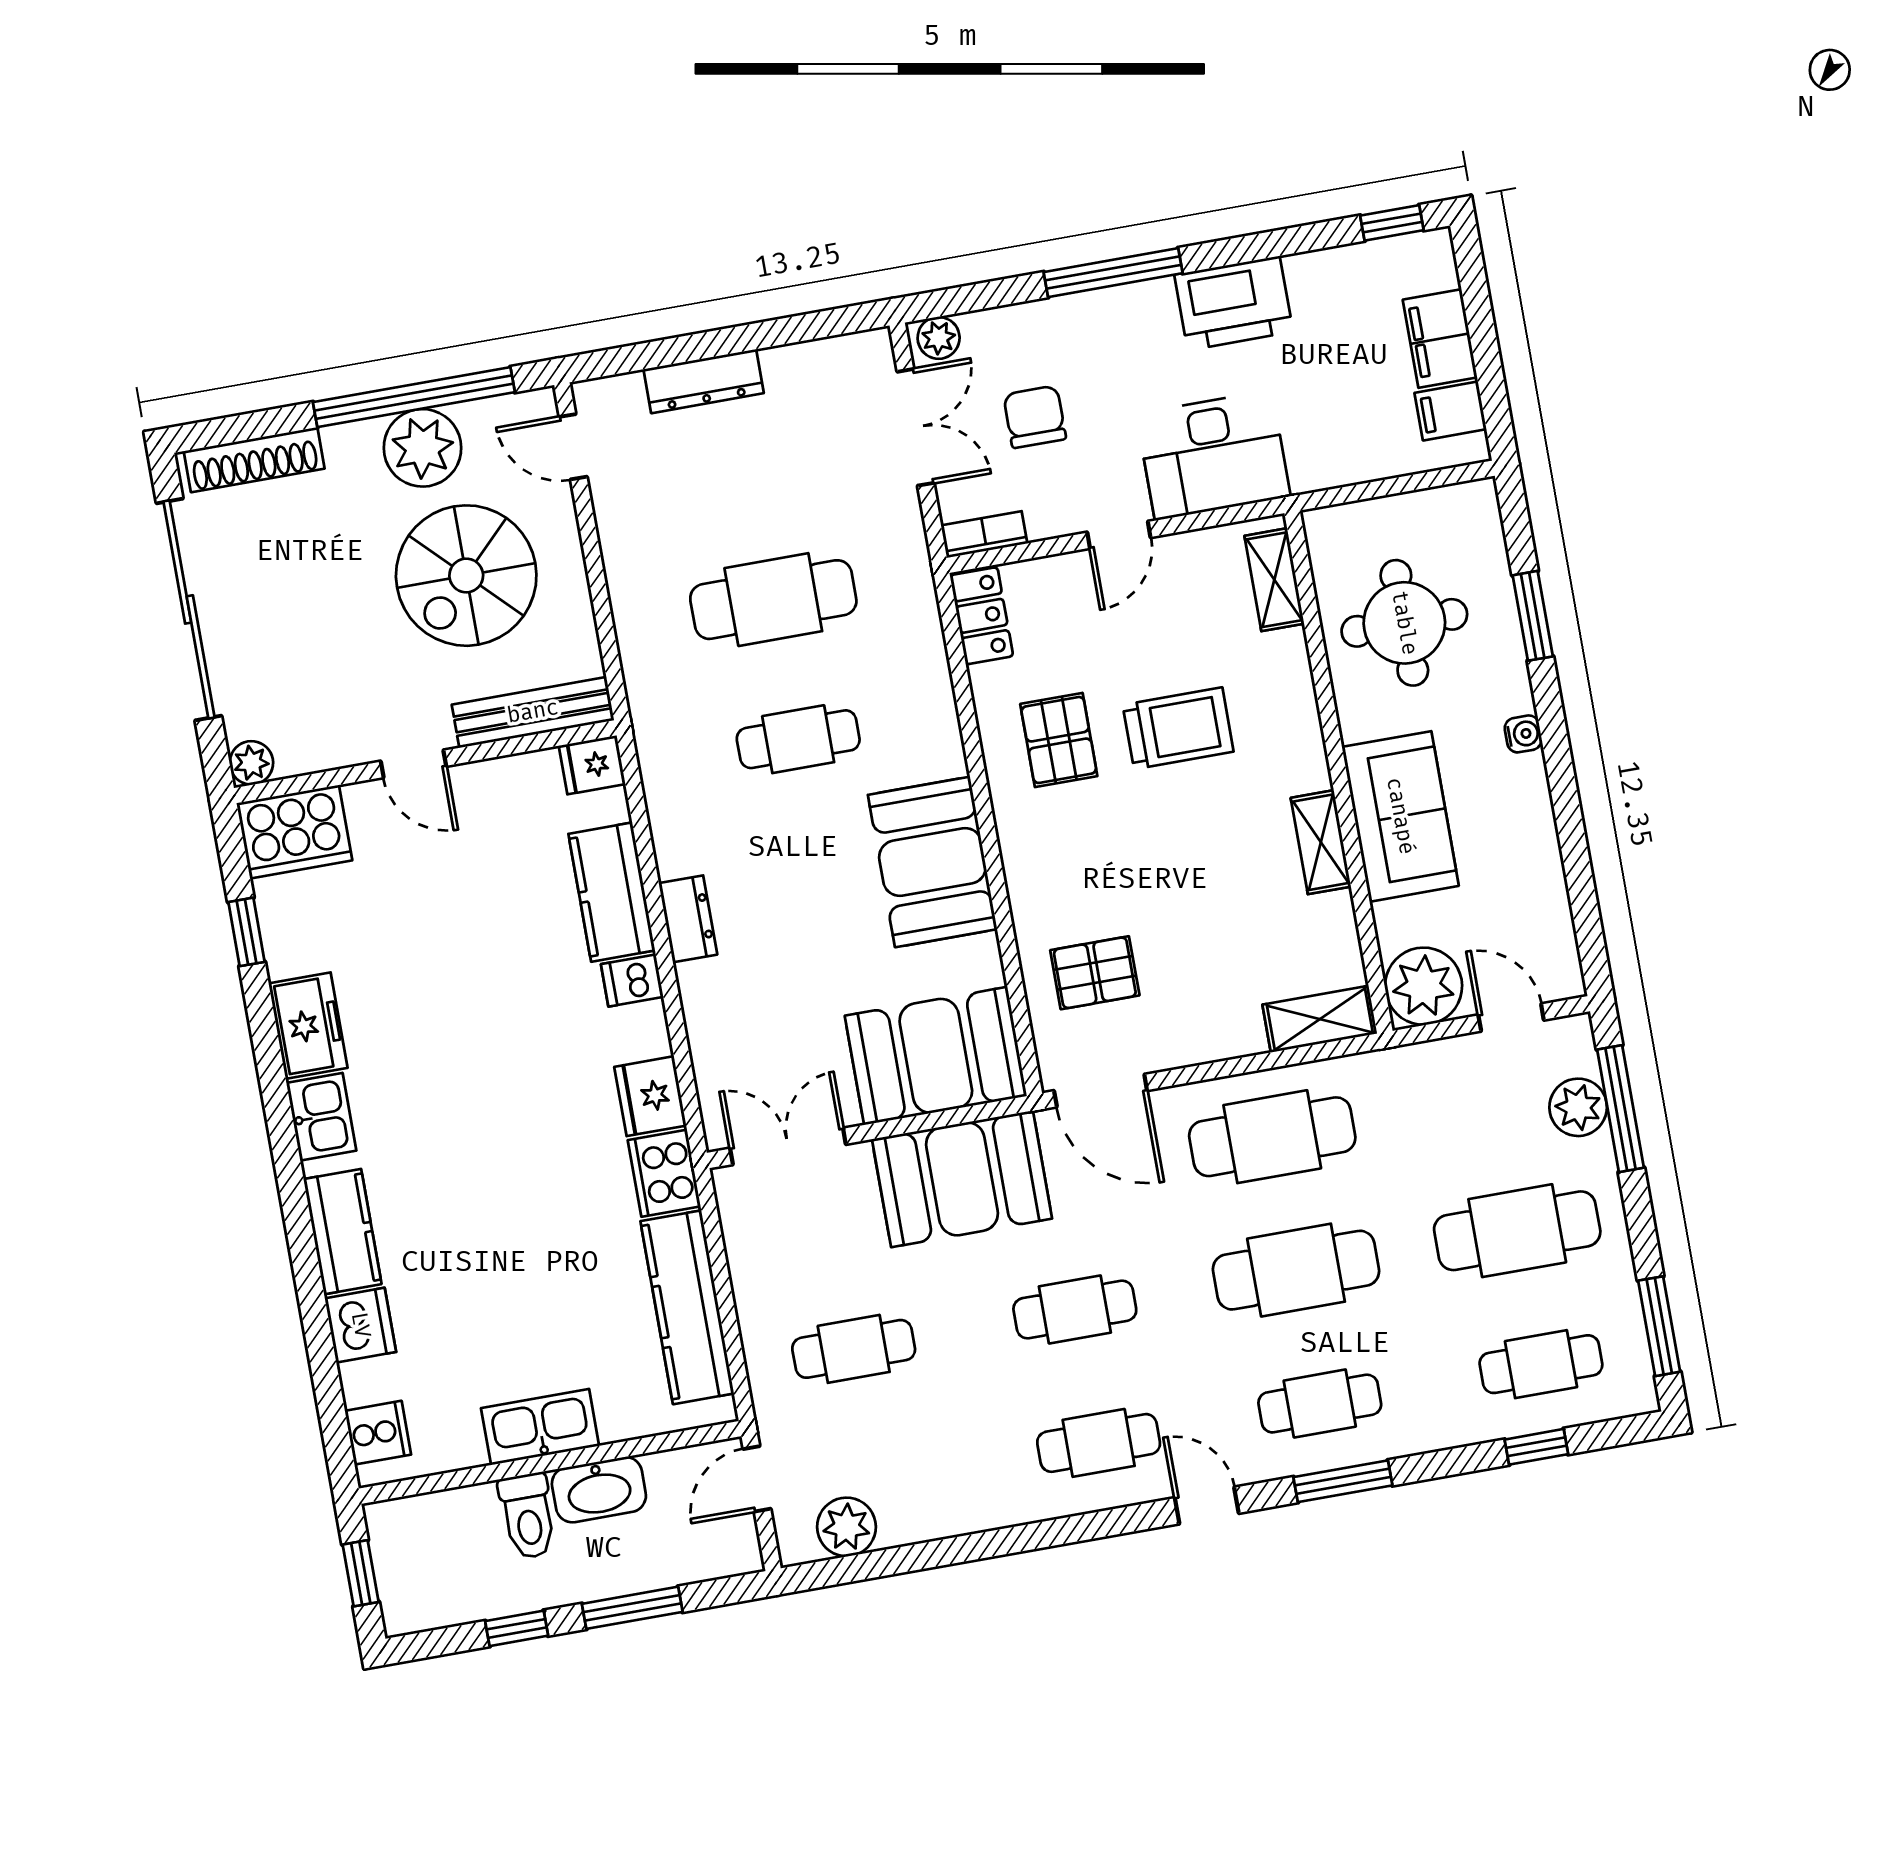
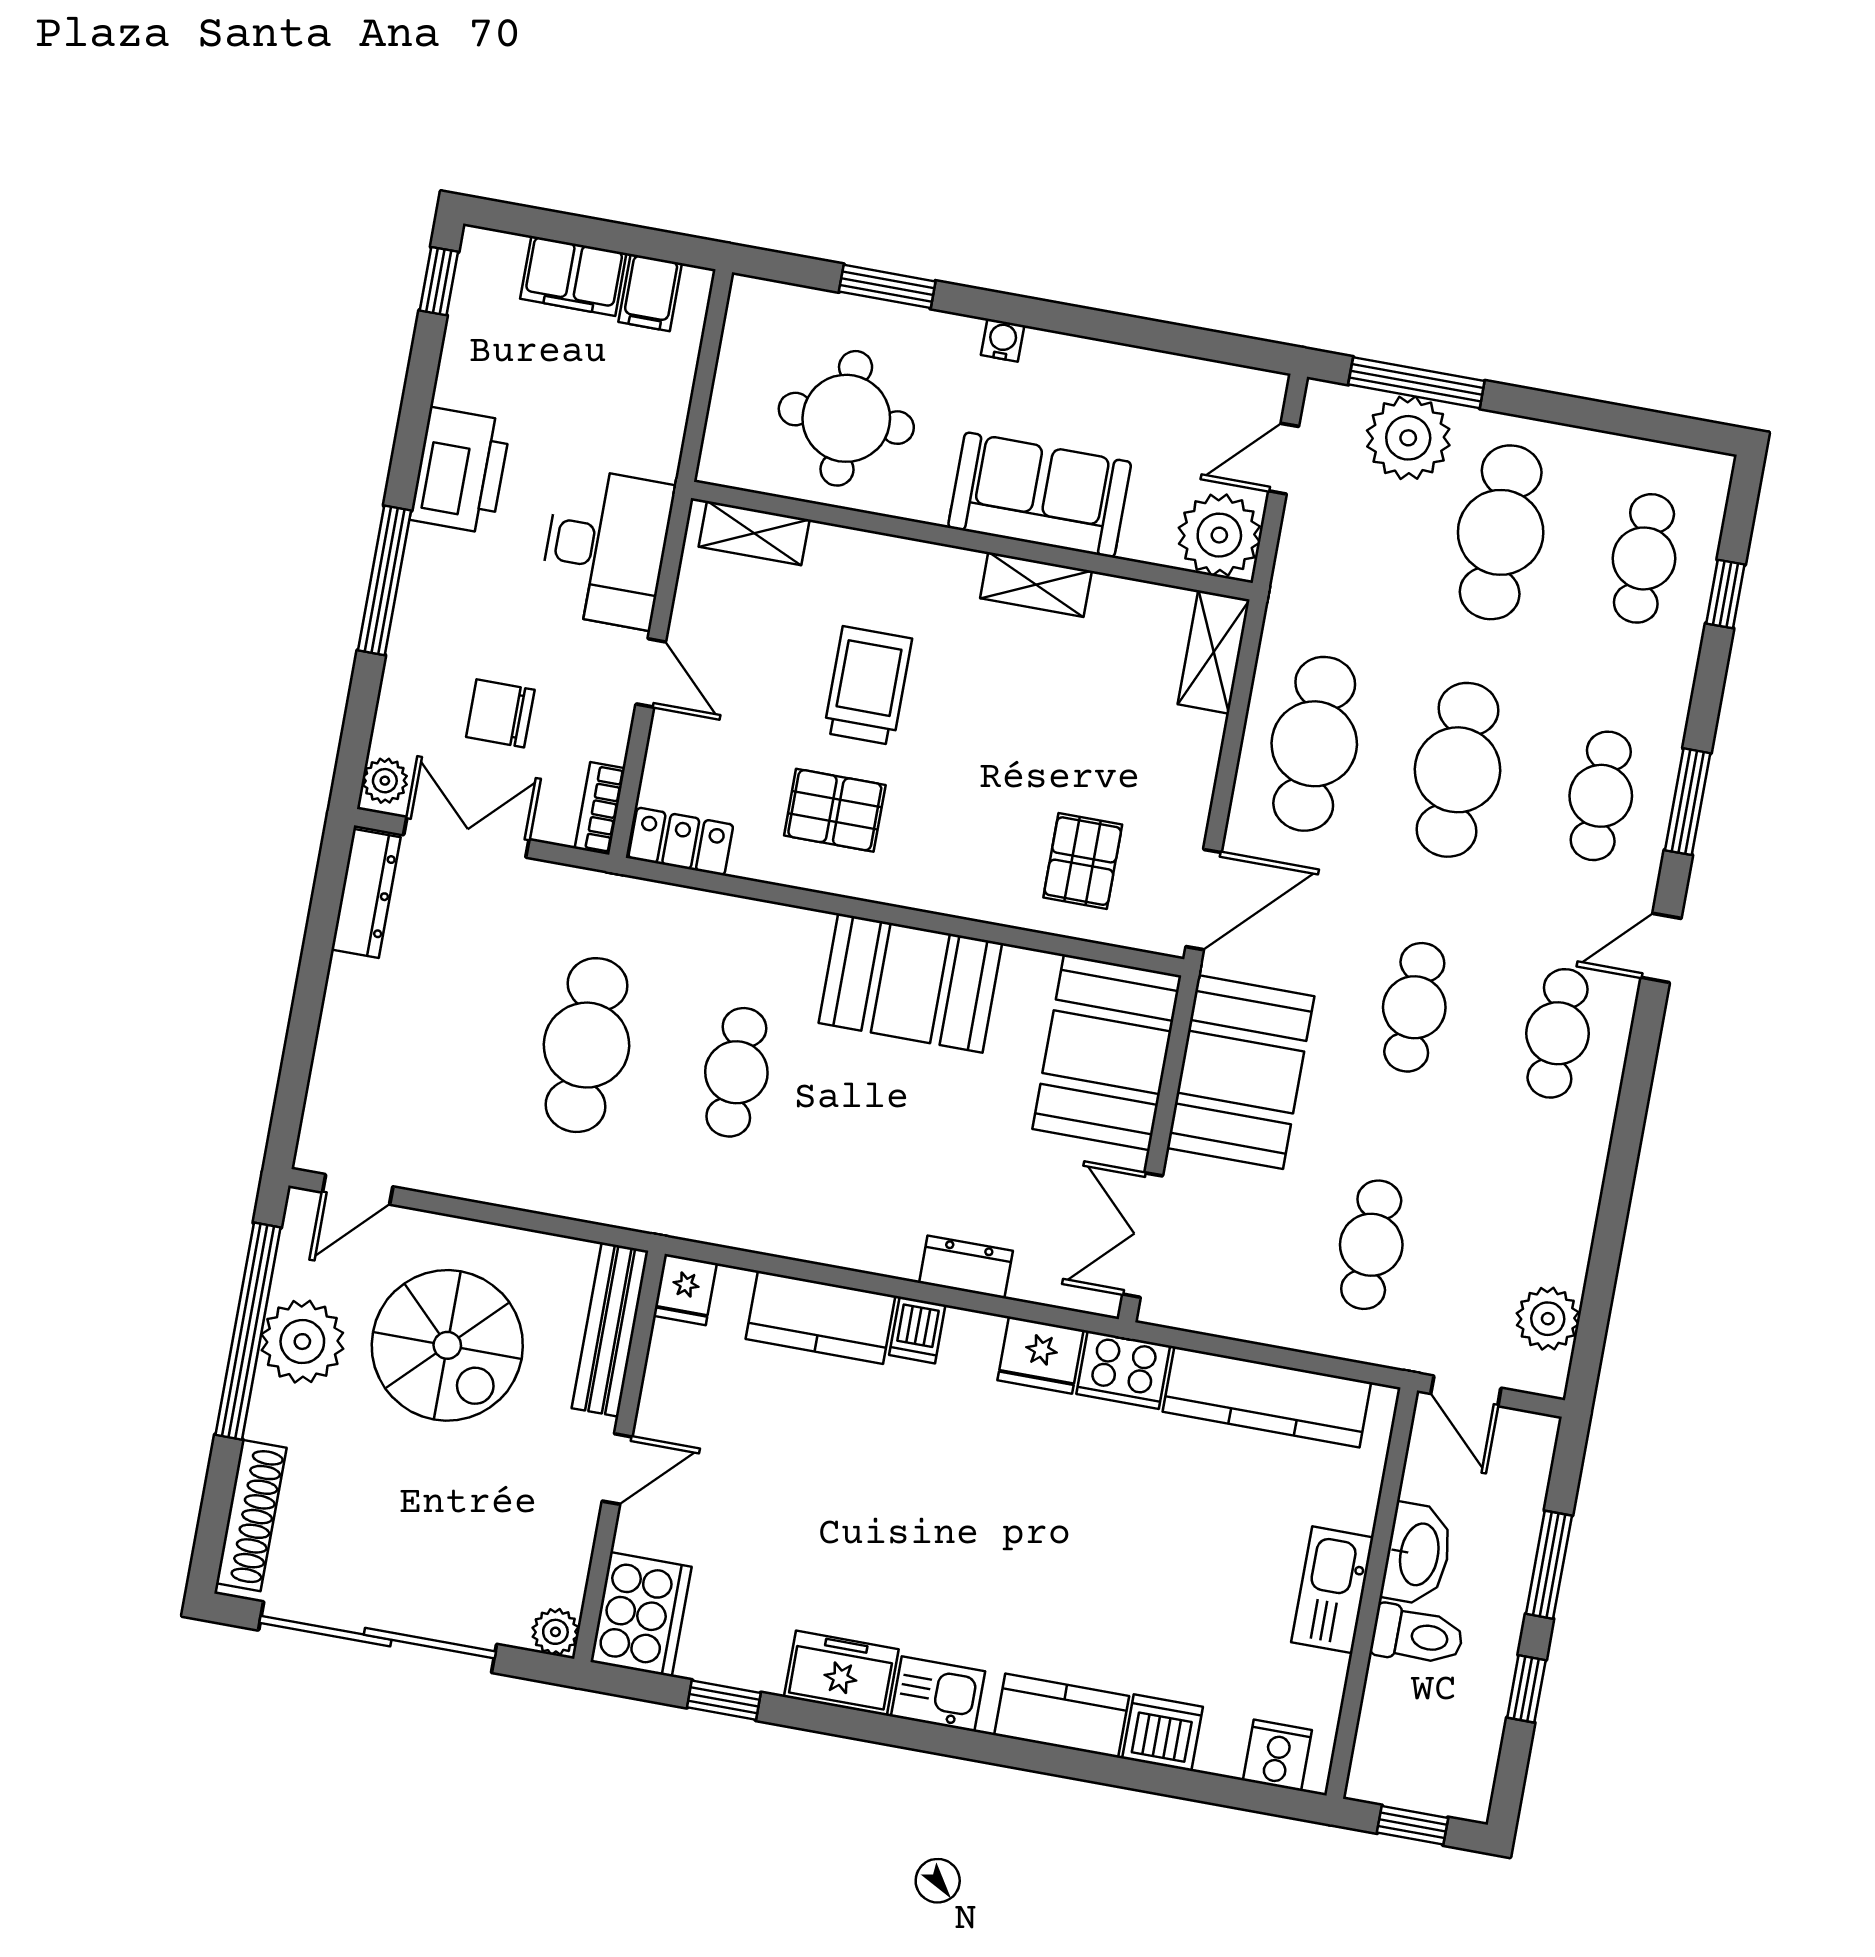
dresser: (704, 381) -> (366, 893), moved
dresser: (688, 919) -> (966, 1267), moved
plant: (1578, 1107) -> (1408, 438), width x1.36, depth x1.36
window: (1659, 1326) -> (1650, 425), removed

